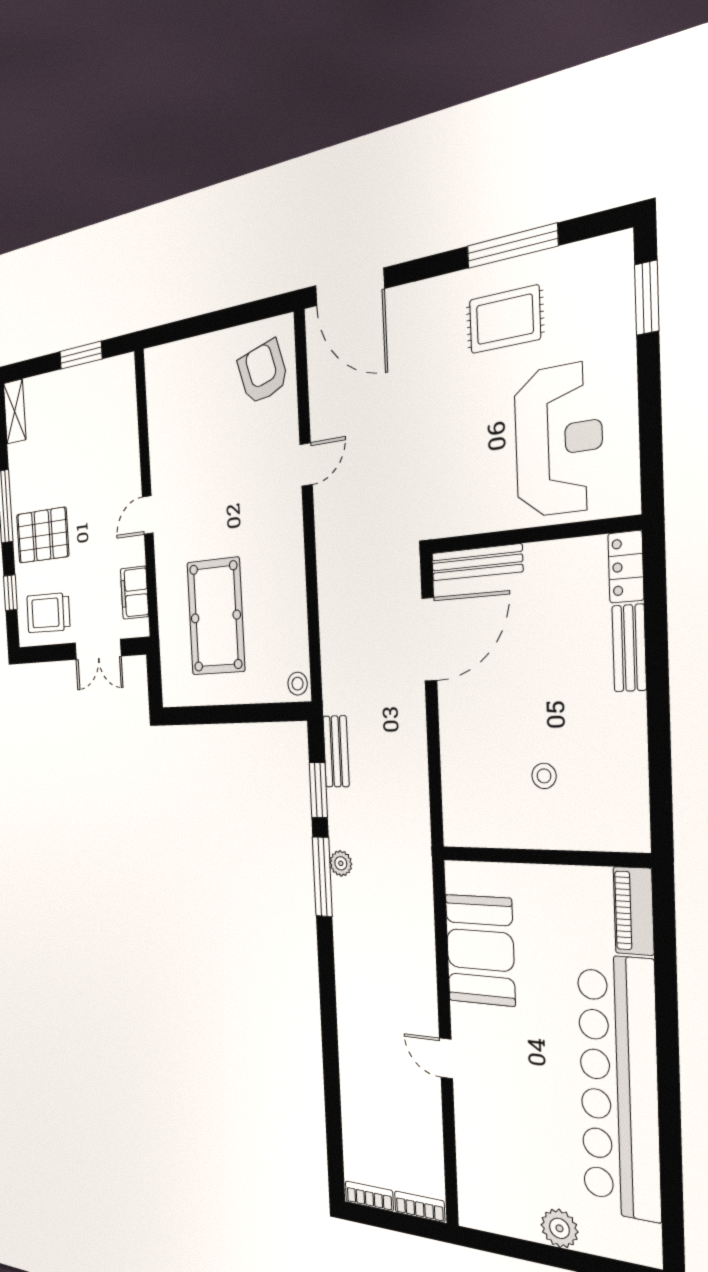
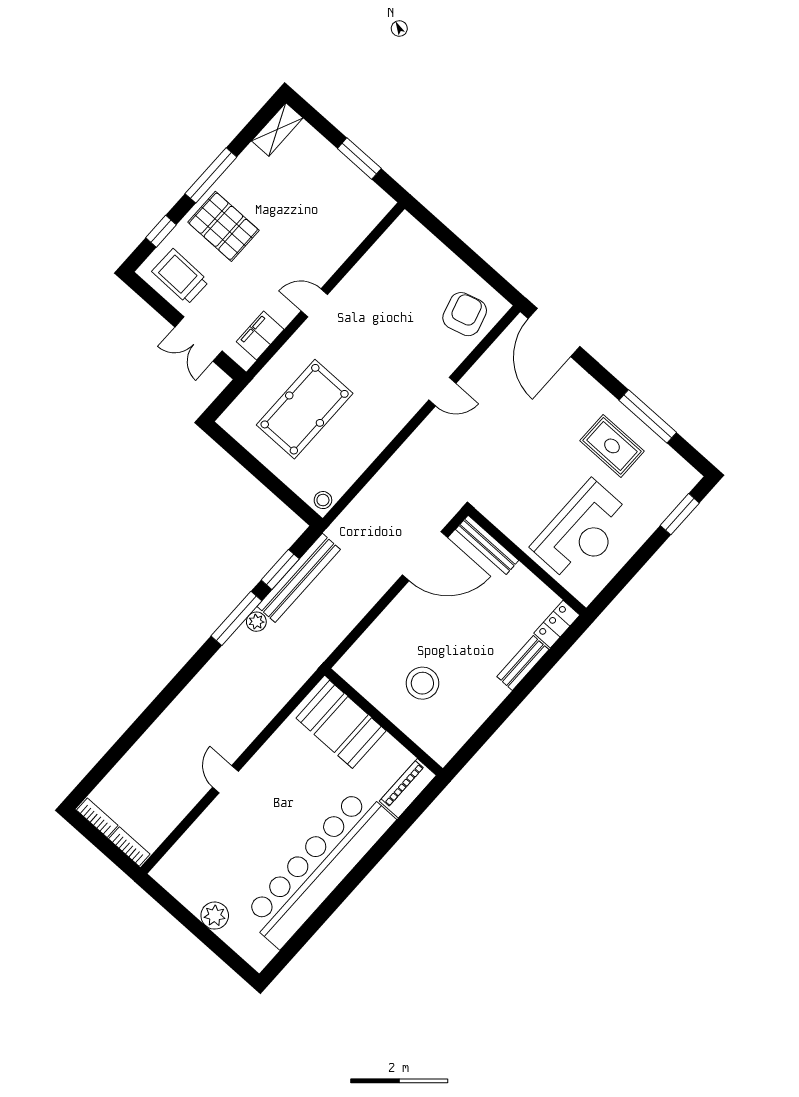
bench: (336, 751) -> (299, 578), width x1.86, depth x1.21
stool: (544, 776) -> (422, 683), width x1.89, depth x1.89
booth: (480, 950) -> (341, 724), moved, turned 90

